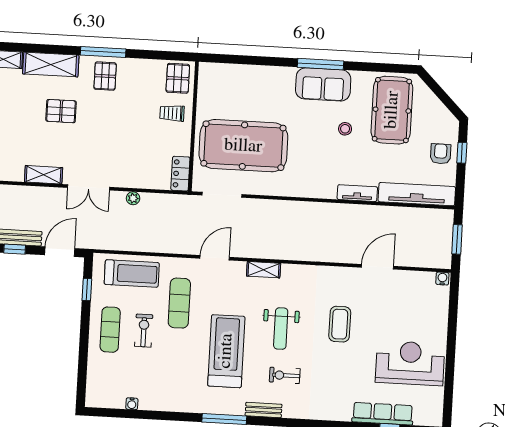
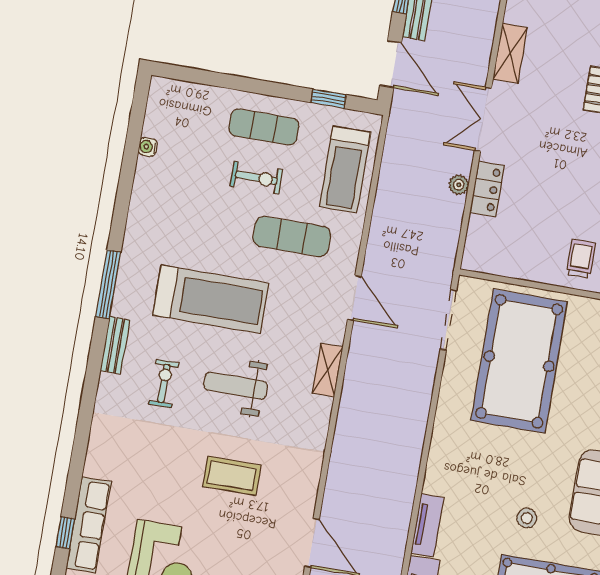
locker: (180, 174) -> (487, 189), moved, turned 90

